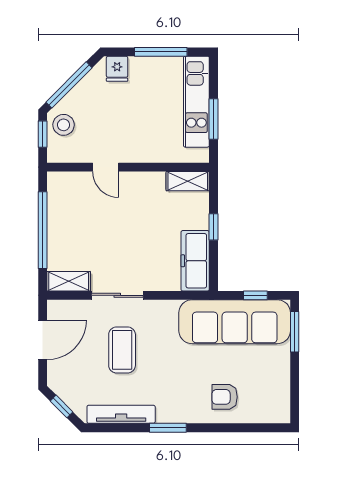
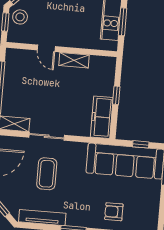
shelving: (188, 181) -> (74, 60), moved

